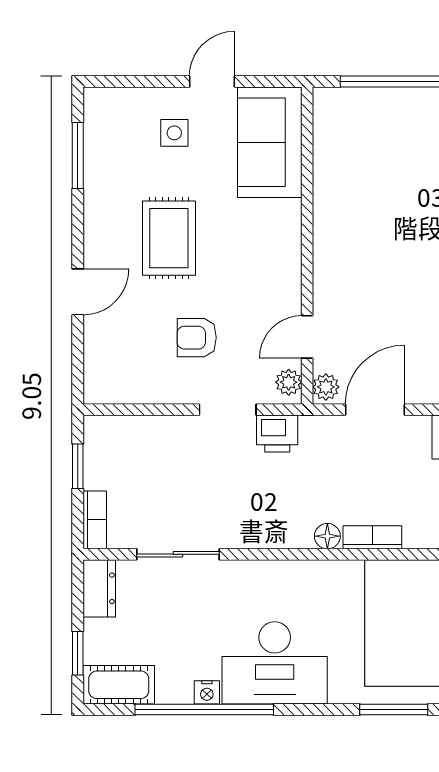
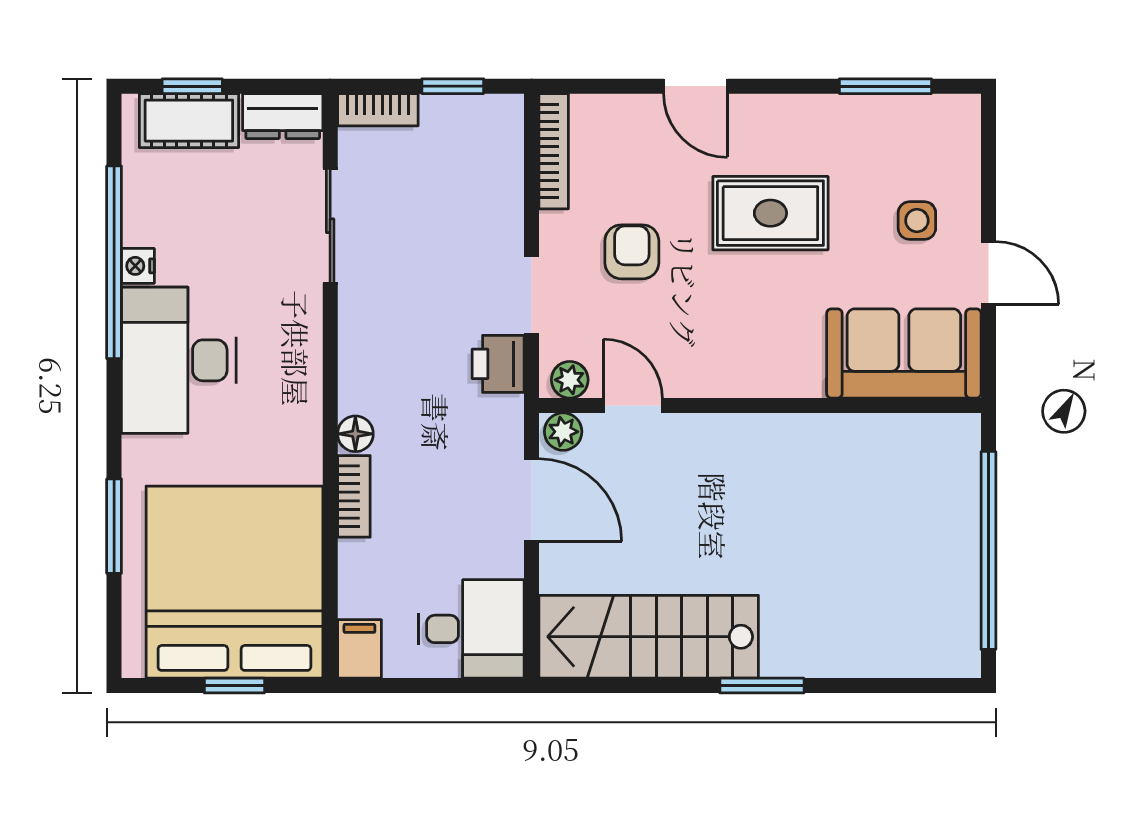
bookcase: (124, 394) -> (554, 151), added
cot: (119, 685) -> (189, 121), moved, turned 90

